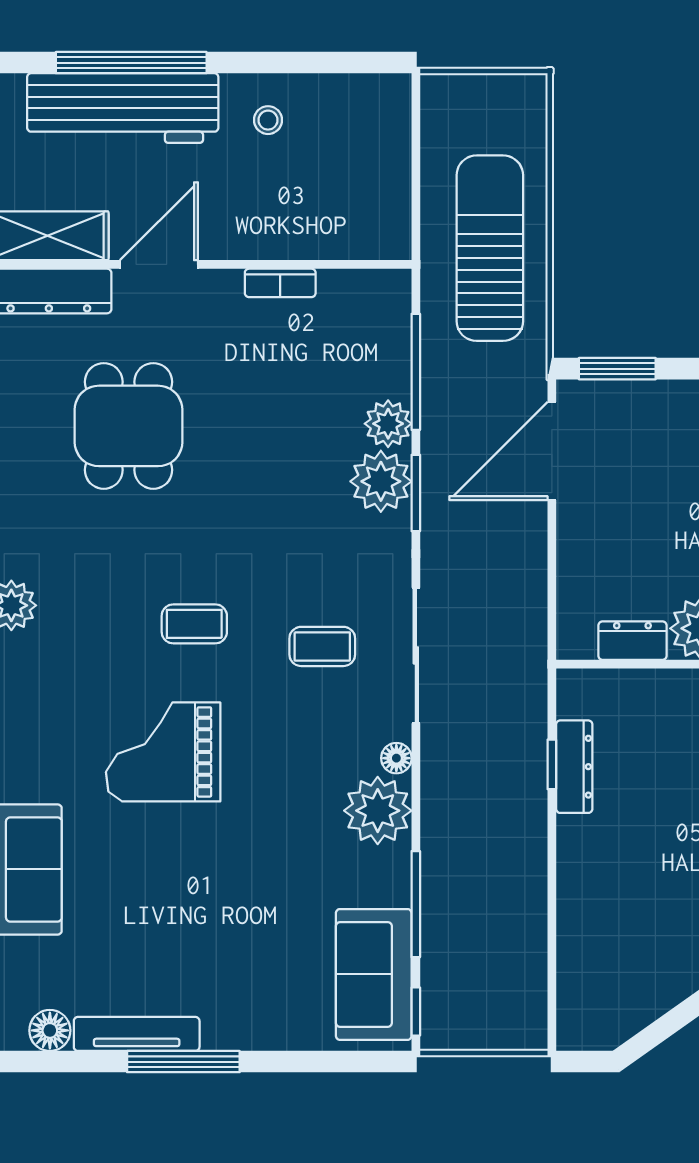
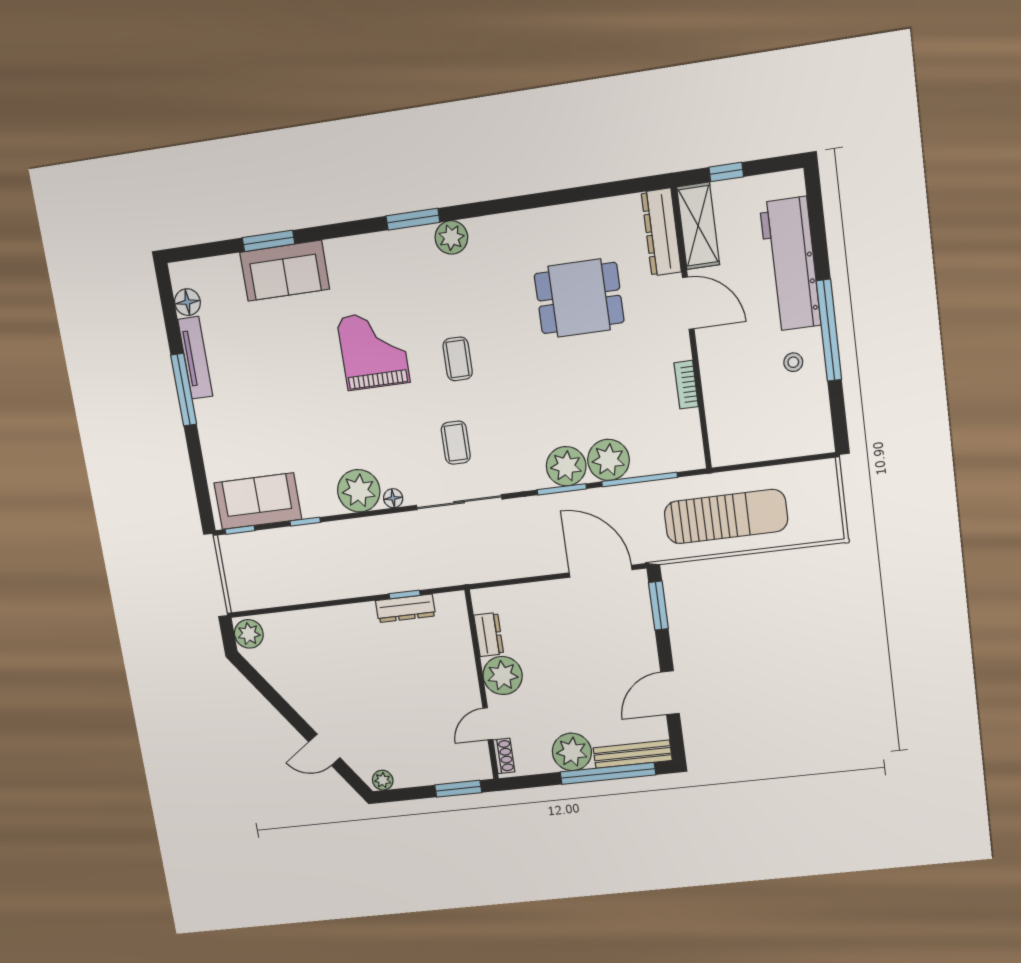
window: (131, 63) -> (829, 330), moved
plant: (388, 424) -> (608, 460), width x1.36, depth x1.36
window: (416, 904) -> (305, 522), width x0.46
plant: (586, 1027) -> (249, 634), added

